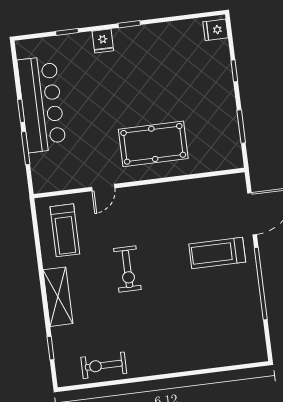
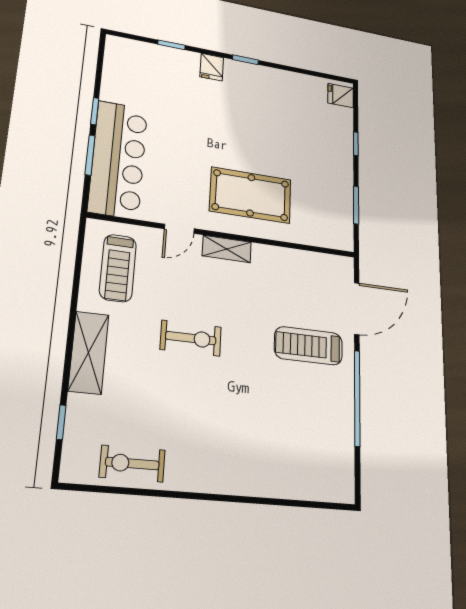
bar counter: (42, 104) -> (118, 159), moved
shelving: (142, 193) -> (227, 249), added
exercise bike: (127, 269) -> (191, 338), turned -90

